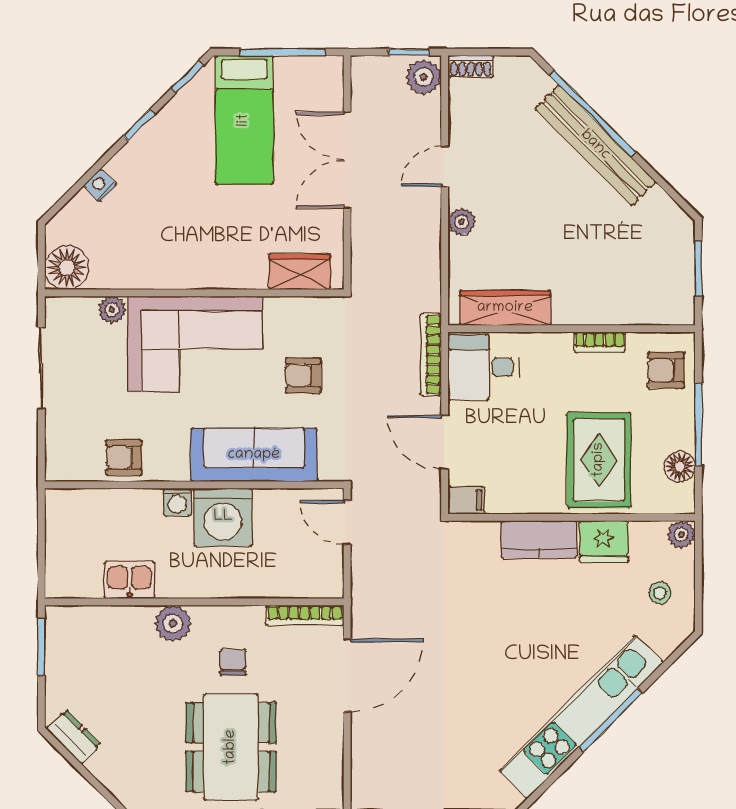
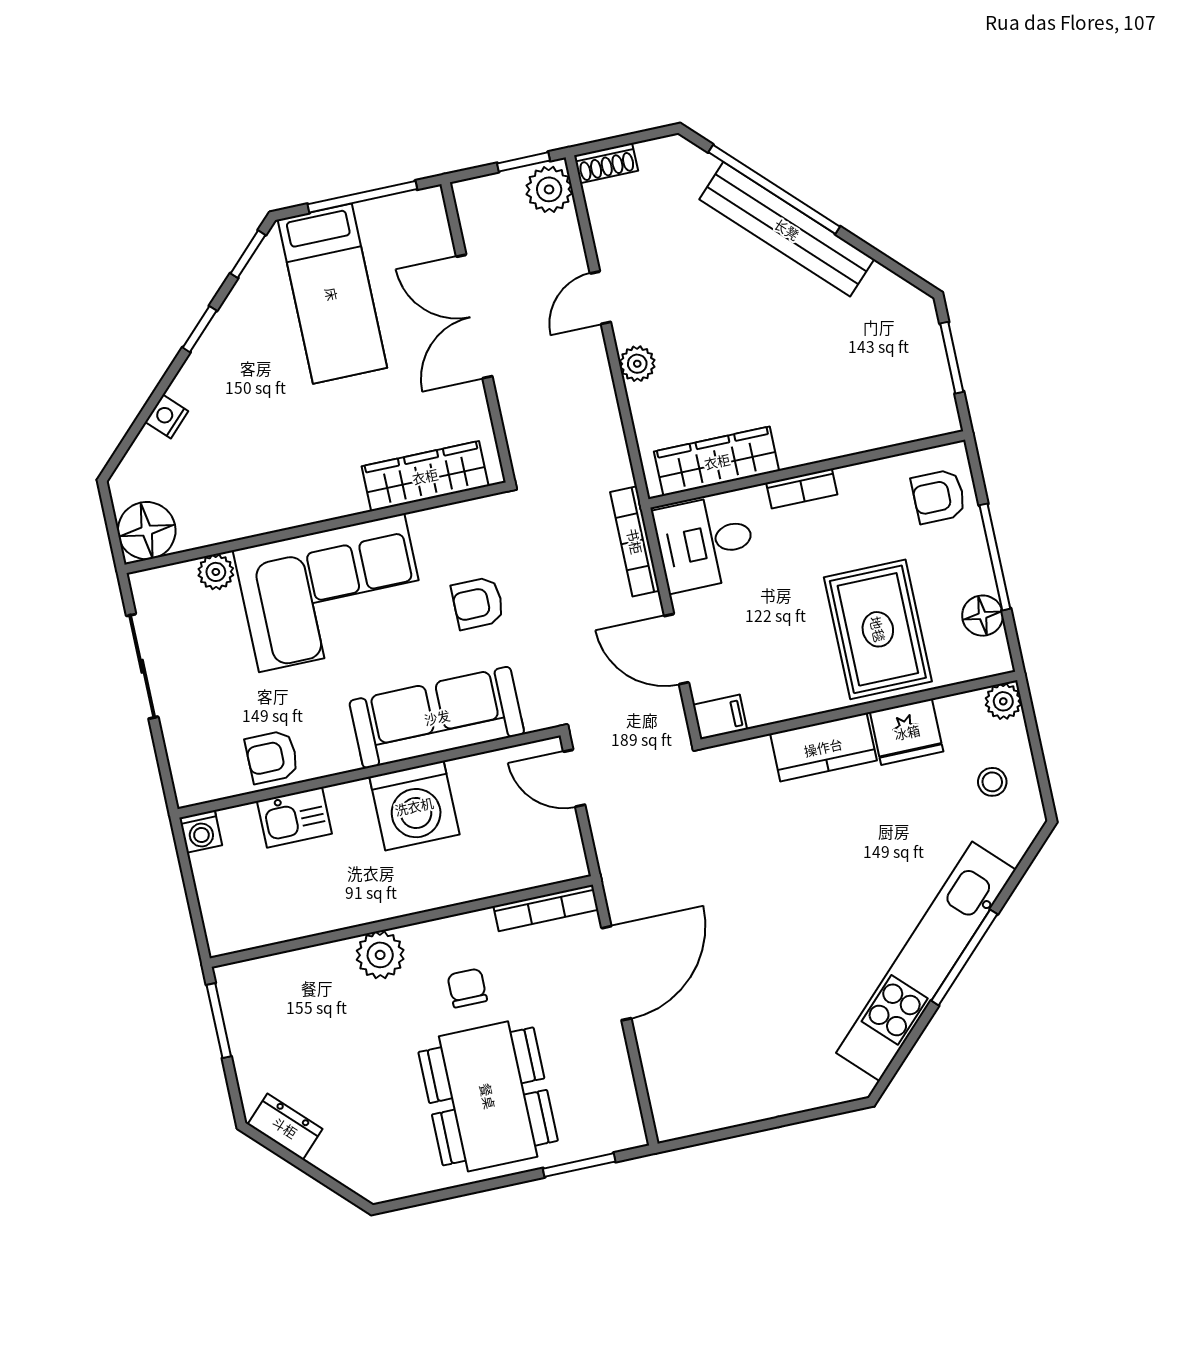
wardrobe: (300, 272) -> (425, 476), width x1.50
bookcase: (600, 342) -> (802, 489), moved
washing machine: (177, 502) -> (201, 831), moved
kitchen sink: (129, 580) -> (294, 817), moved, turned 180

